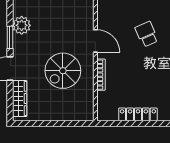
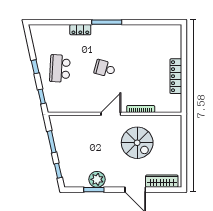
school desk: (147, 34) -> (105, 68), turned 39
window: (10, 37) -> (94, 190), moved

